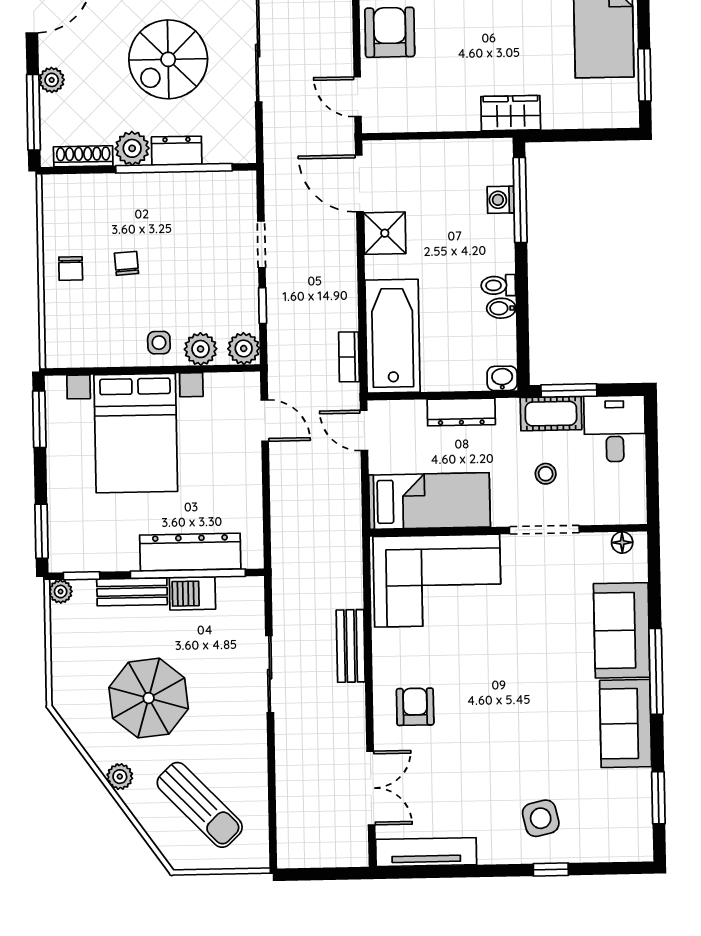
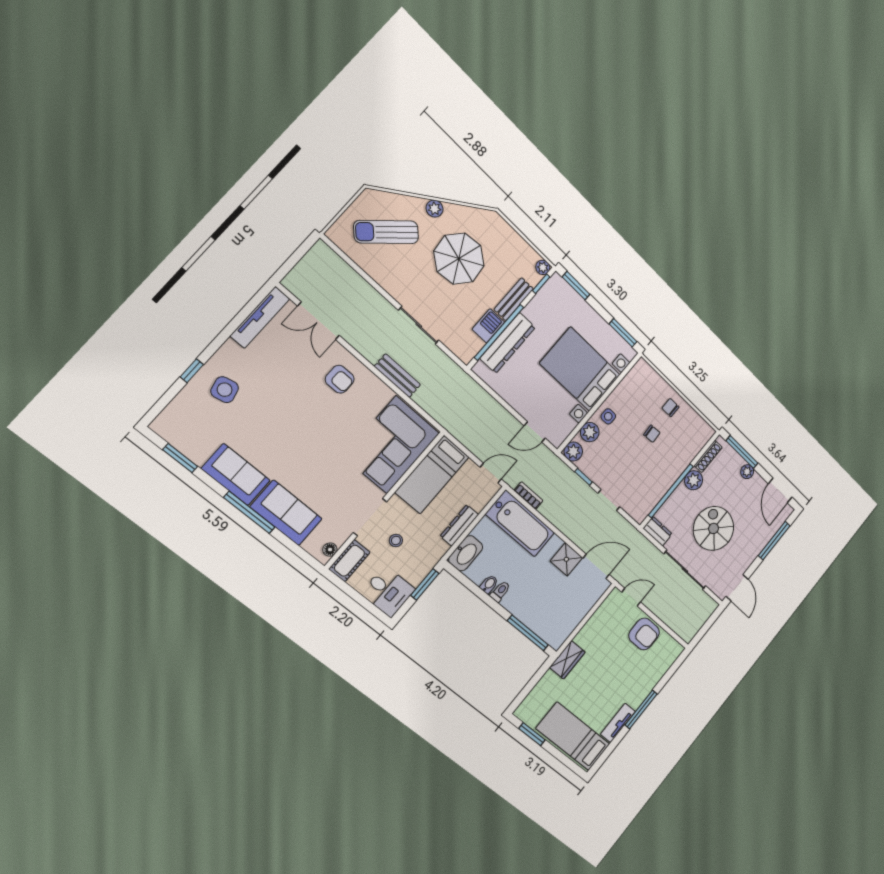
dresser: (177, 151) -> (658, 531), moved, turned -90
washing machine: (501, 200) -> (536, 624), removed
washbasin: (502, 378) -> (466, 553), width x1.91, depth x1.45
cot: (551, 414) -> (349, 561), moved

